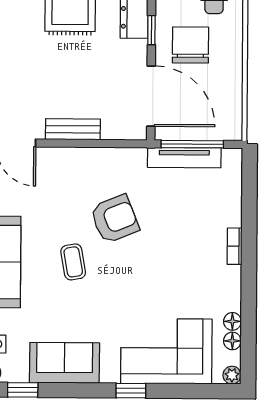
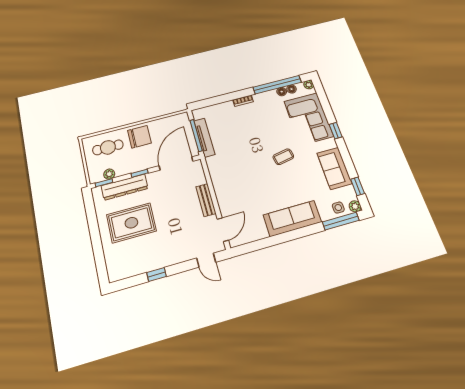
chair: (190, 45) -> (139, 137), moved, turned 180
armchair: (115, 219) -> (248, 164), removed
coffee table: (73, 262) -> (283, 157), moved
window: (248, 318) -> (277, 85), added

